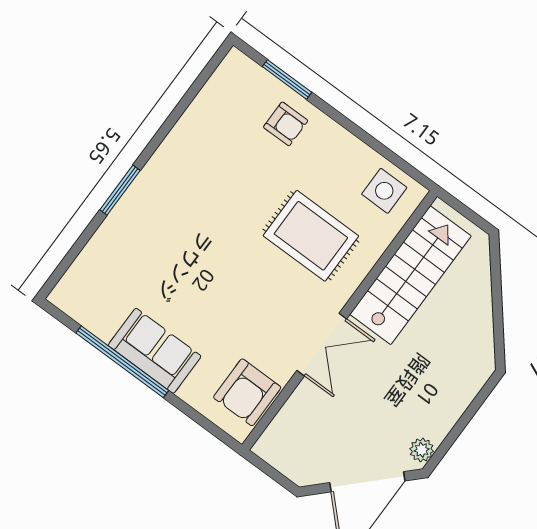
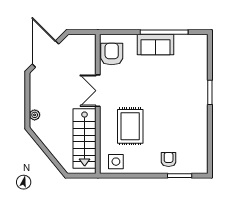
armchair: (286, 124) -> (169, 159), turned 90
rug: (311, 236) -> (130, 126), turned 90
plant: (422, 450) -> (35, 115), moved

